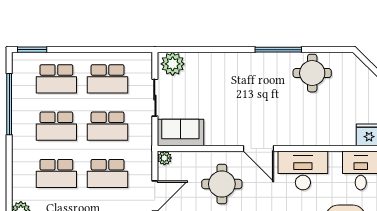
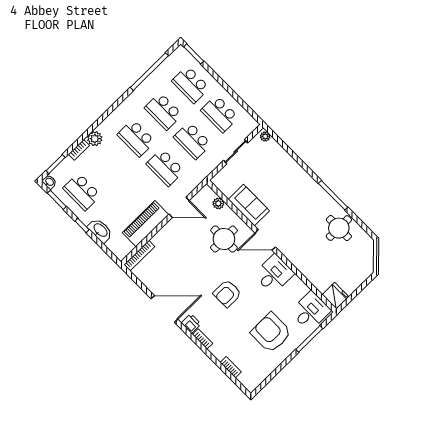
plant: (173, 64) -> (265, 136), width x0.53, depth x0.53
sofa: (180, 132) -> (249, 205), moved
door: (259, 148) -> (265, 240), hinge flipped
plant: (164, 158) -> (218, 203), moved
desk: (303, 170) -> (274, 274), width x0.73

